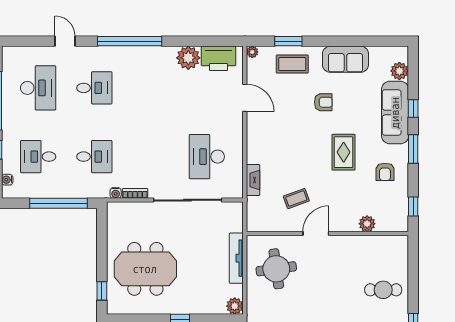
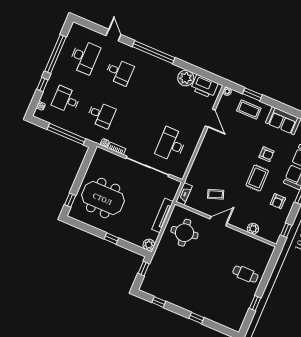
armchair: (323, 102) -> (266, 154), moved
fireplace: (253, 180) -> (184, 194), moved

